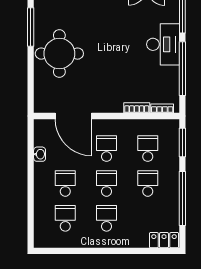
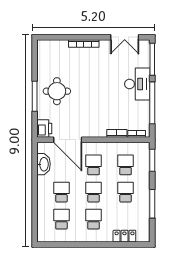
window: (31, 27) -> (35, 96), moved
round table: (59, 54) -> (57, 91), width x0.73, depth x0.73
printer: (43, 102) -> (44, 128), added
washbasin: (40, 154) -> (44, 164), width x1.91, depth x1.45
window: (182, 198) -> (152, 204), width x0.68
locker: (164, 240) -> (124, 236), moved

